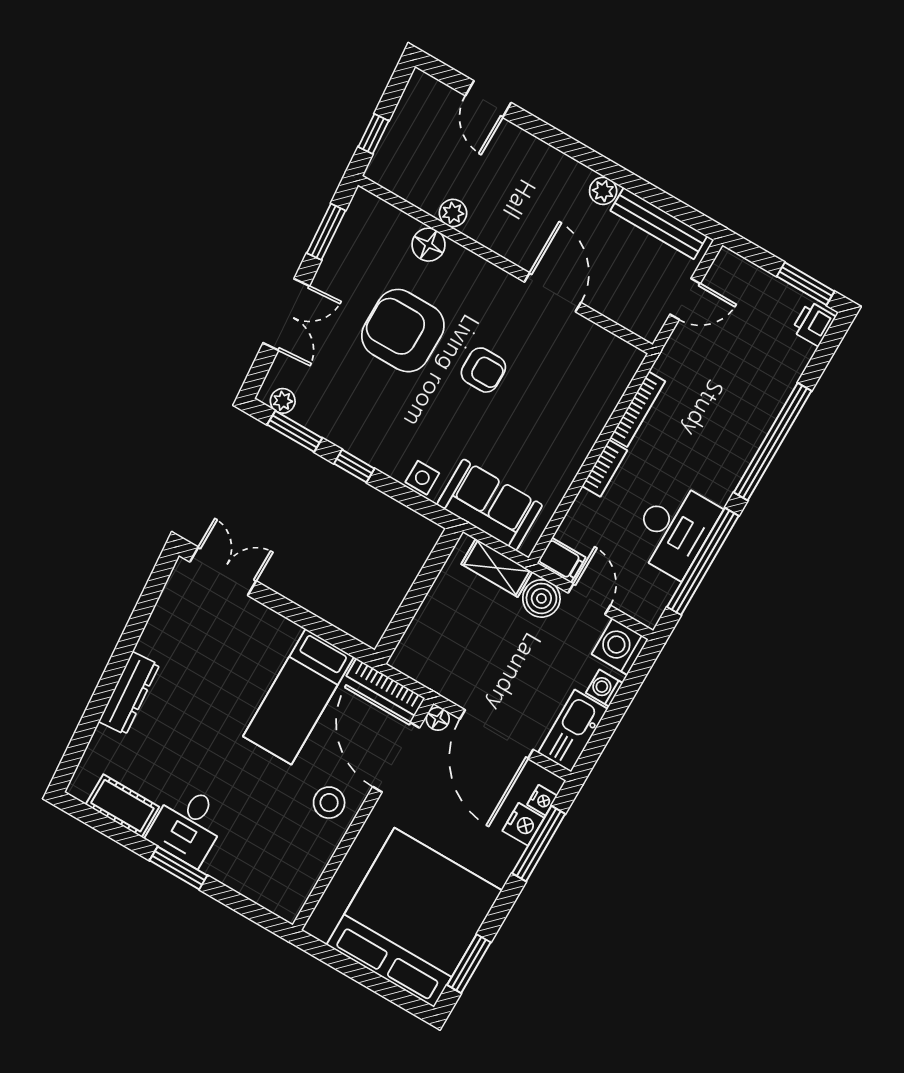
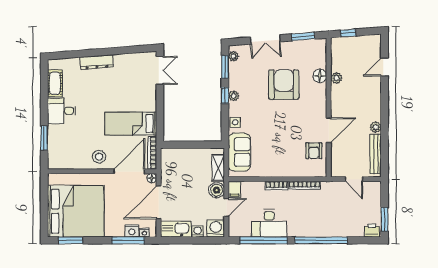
armchair: (483, 370) -> (314, 151), moved
plant: (366, 448) -> (234, 96), added
window: (178, 868) -> (44, 138), moved

